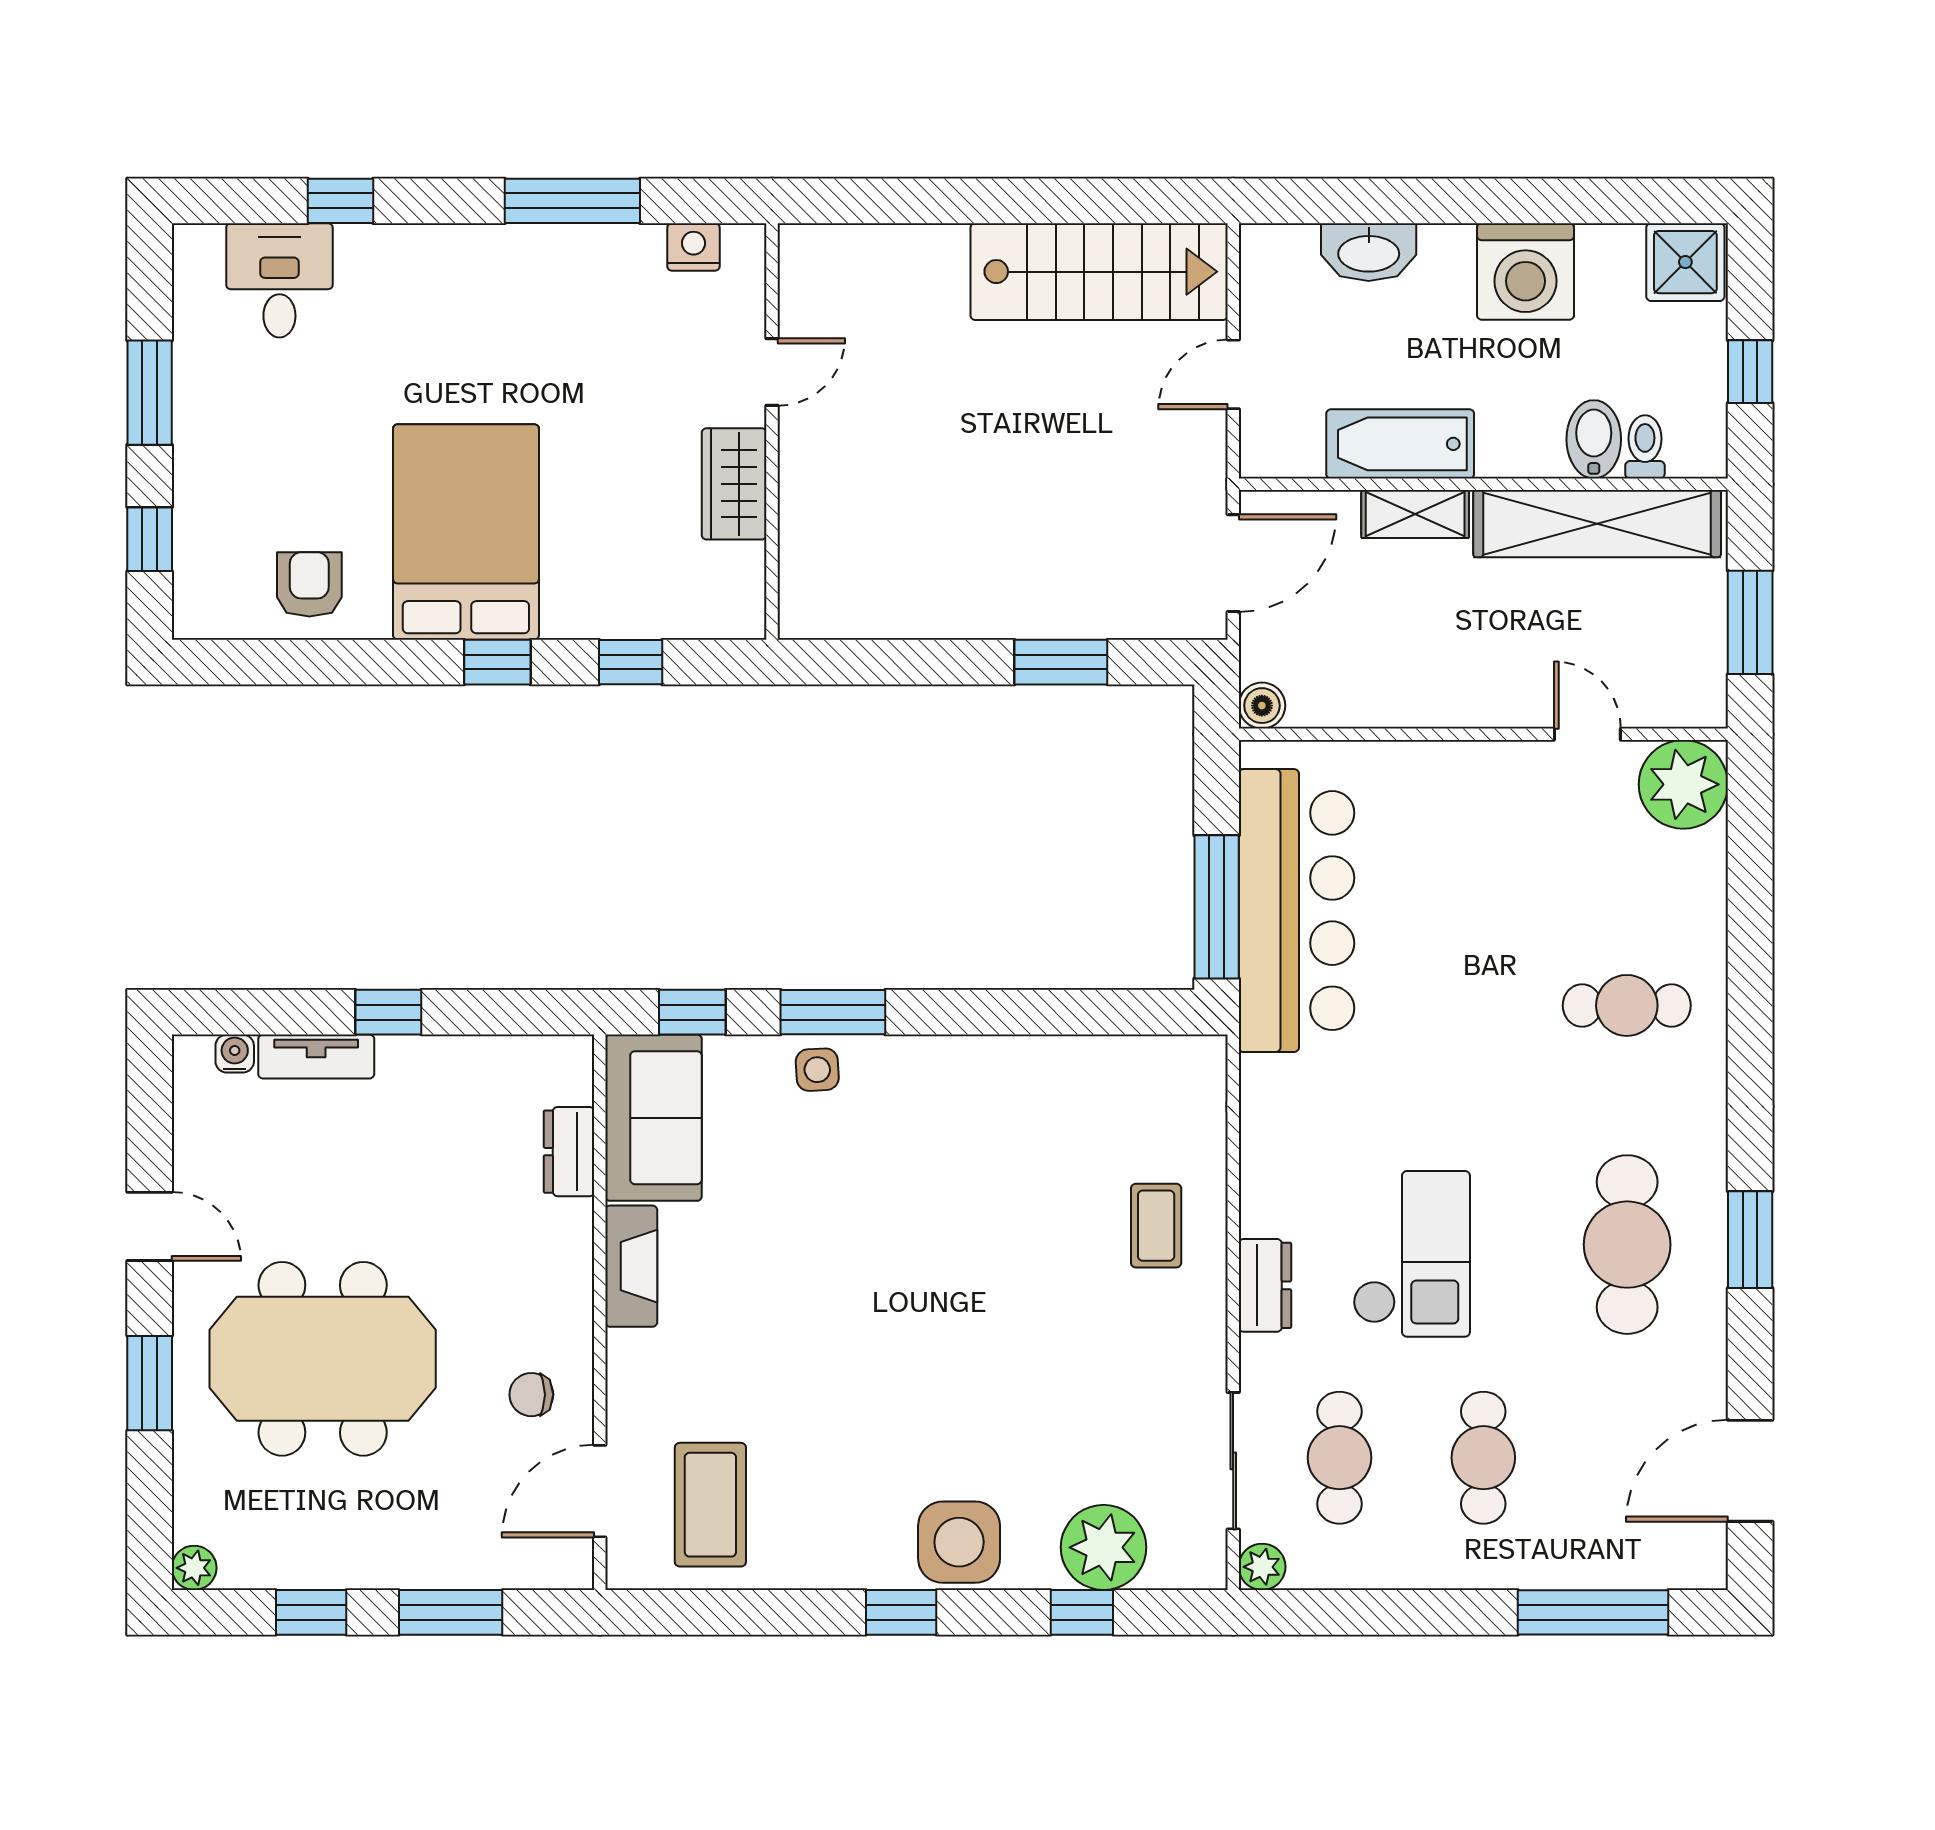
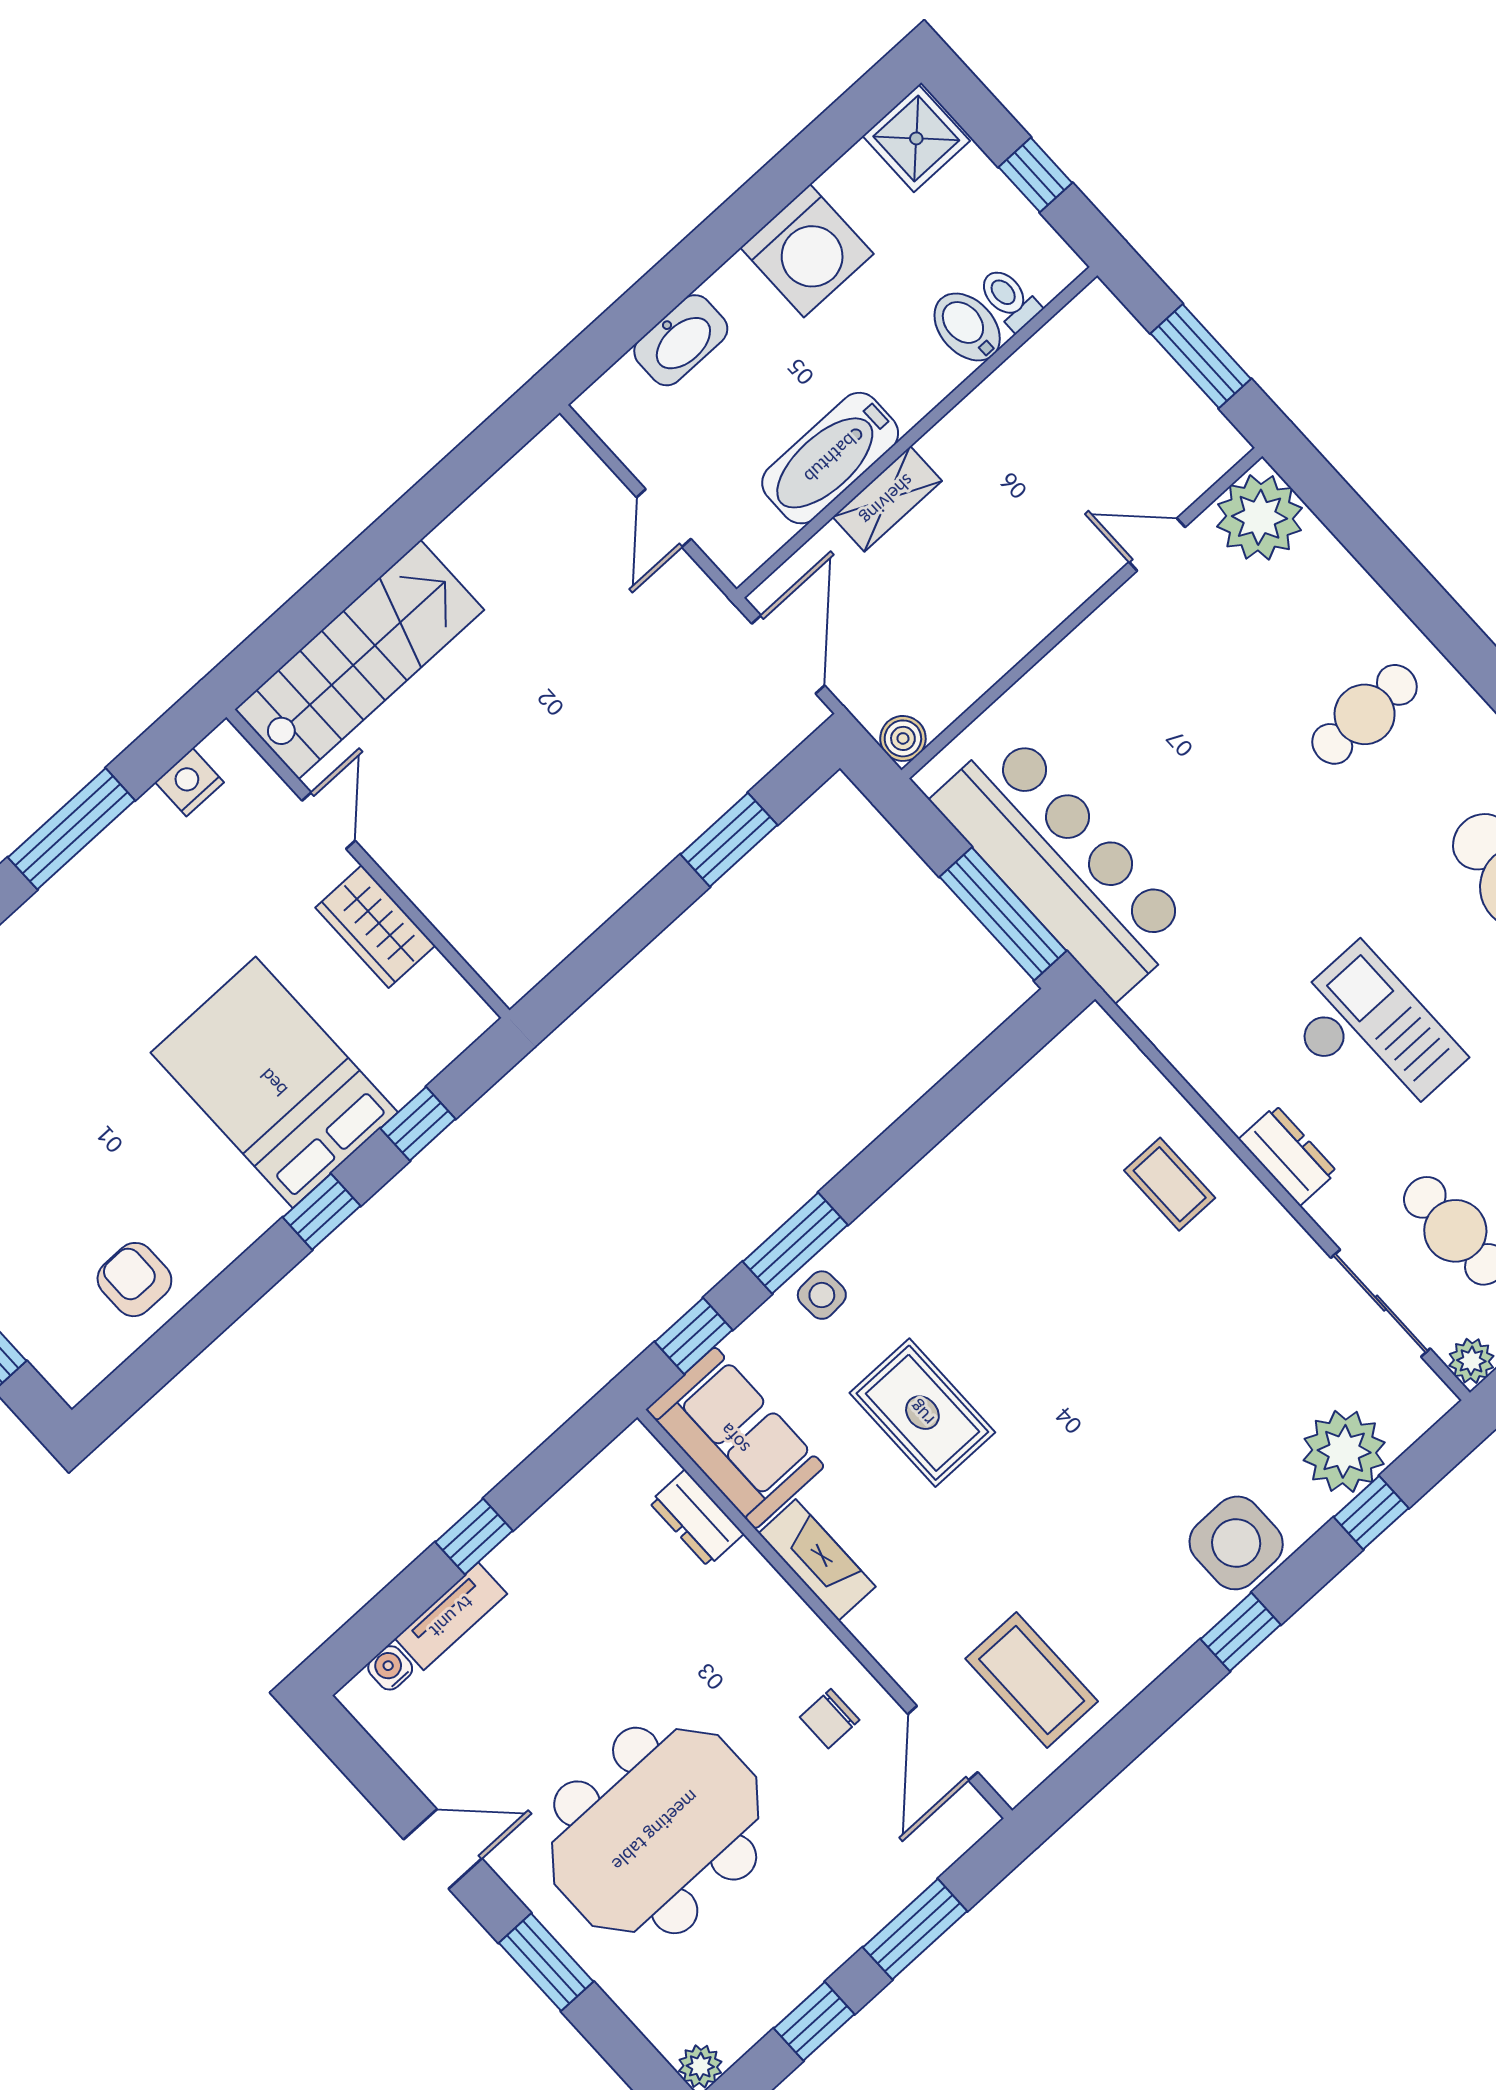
stairs: (1099, 272) -> (359, 660), moved
shelving: (1597, 524) -> (1025, 386), removed
bed: (466, 532) -> (274, 1082), moved
rug: (812, 1228) -> (922, 1413), added

